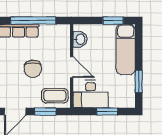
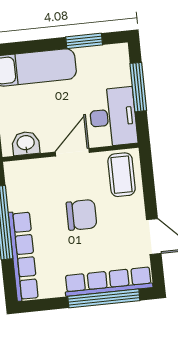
window: (45, 111) -> (149, 187), removed
window: (107, 111) -> (138, 87), width x1.44

